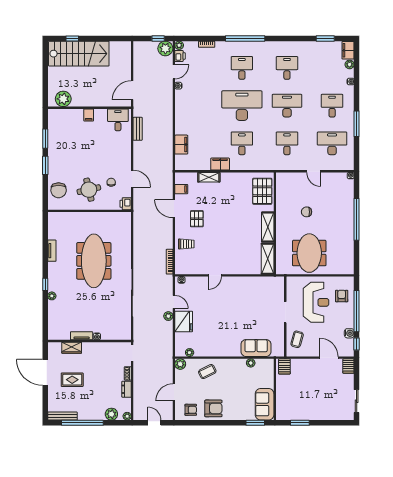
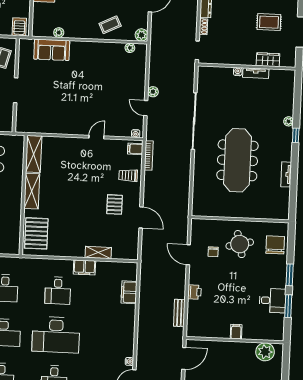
desk: (118, 120) -> (272, 301), moved, turned -90
filing cabinet: (181, 189) -> (135, 149), moved
printer: (126, 204) -> (194, 292), moved
fridge: (184, 321) -> (135, 85), removed

